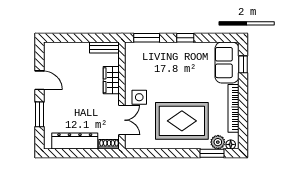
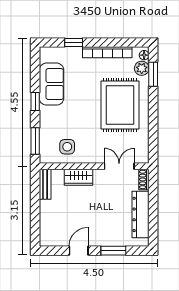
sofa: (227, 63) -> (52, 84), moved, turned -90
window: (243, 64) -> (74, 42), moved
side table: (139, 97) -> (67, 147), moved

